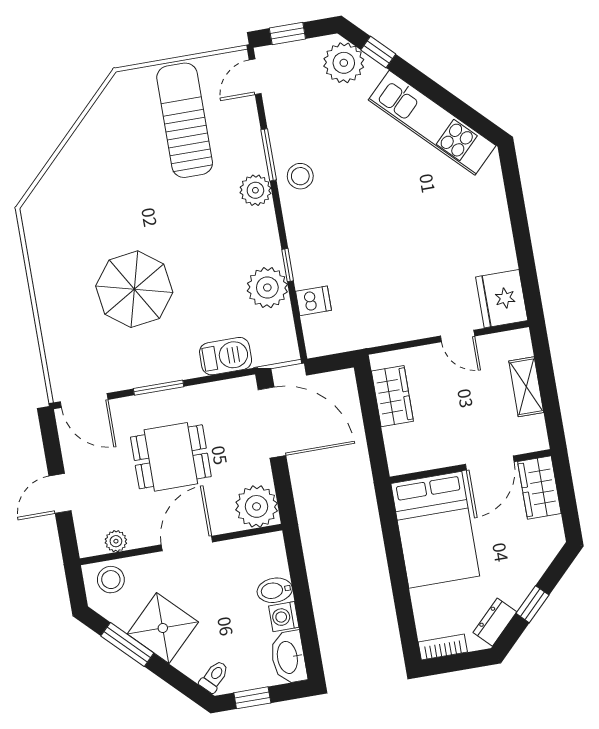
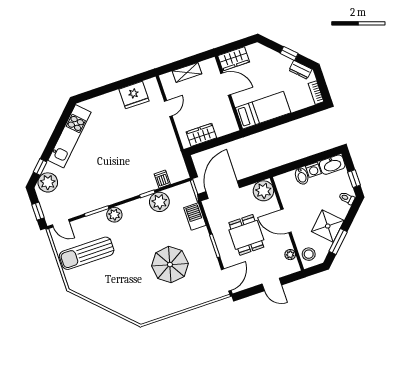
stool: (300, 176) -> (104, 195), removed
fridge: (502, 299) -> (134, 95), moved
bed: (435, 530) -> (263, 110), width x0.67

